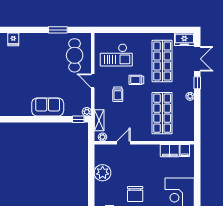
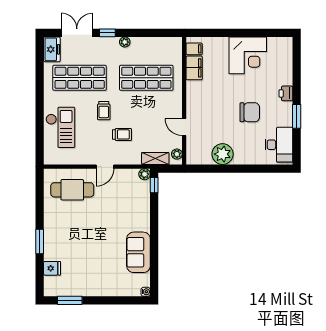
window: (58, 30) -> (40, 241), moved
checkout: (116, 55) -> (60, 127), moved
sofa: (48, 107) -> (138, 252), moved

